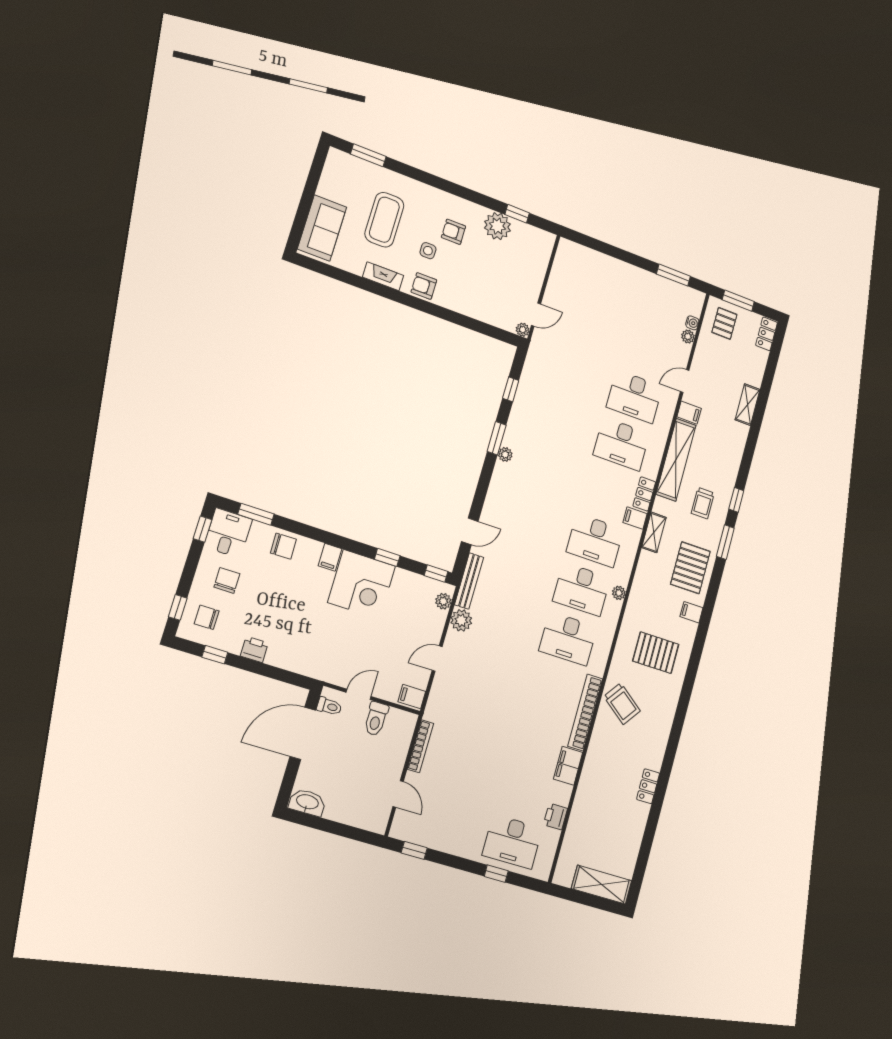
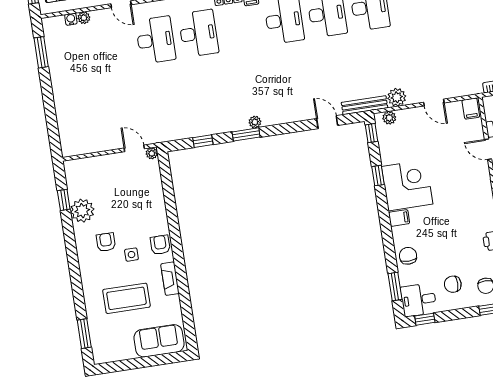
armchair: (453, 232) -> (106, 242), turned 180
armchair: (424, 286) -> (160, 245), turned 180

